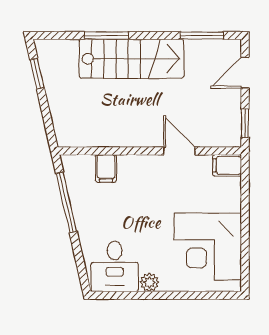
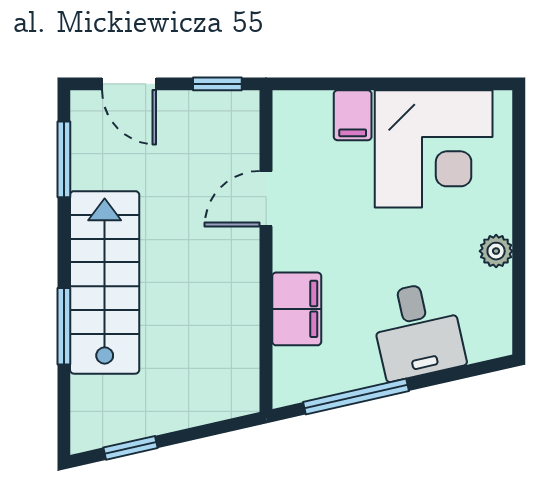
filing cabinet: (227, 165) -> (353, 115), moved
filing cabinet: (106, 168) -> (297, 309), width x2.00
desk: (115, 266) -> (418, 331), moved, turned 77

